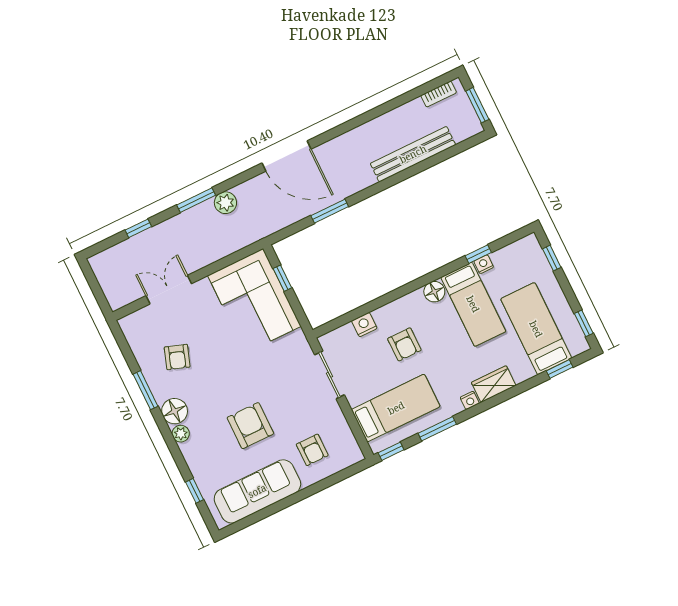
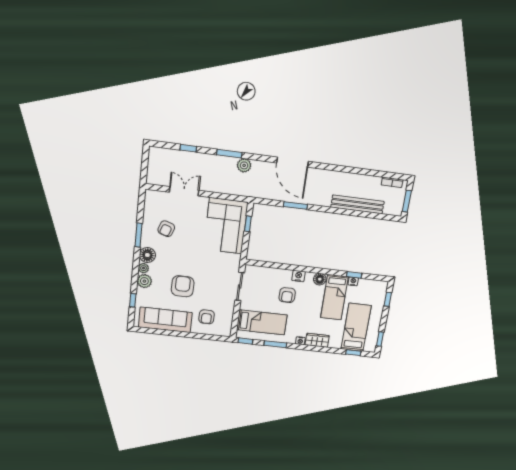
nightstand: (364, 325) -> (298, 276), moved
plant: (193, 452) -> (144, 281), added

